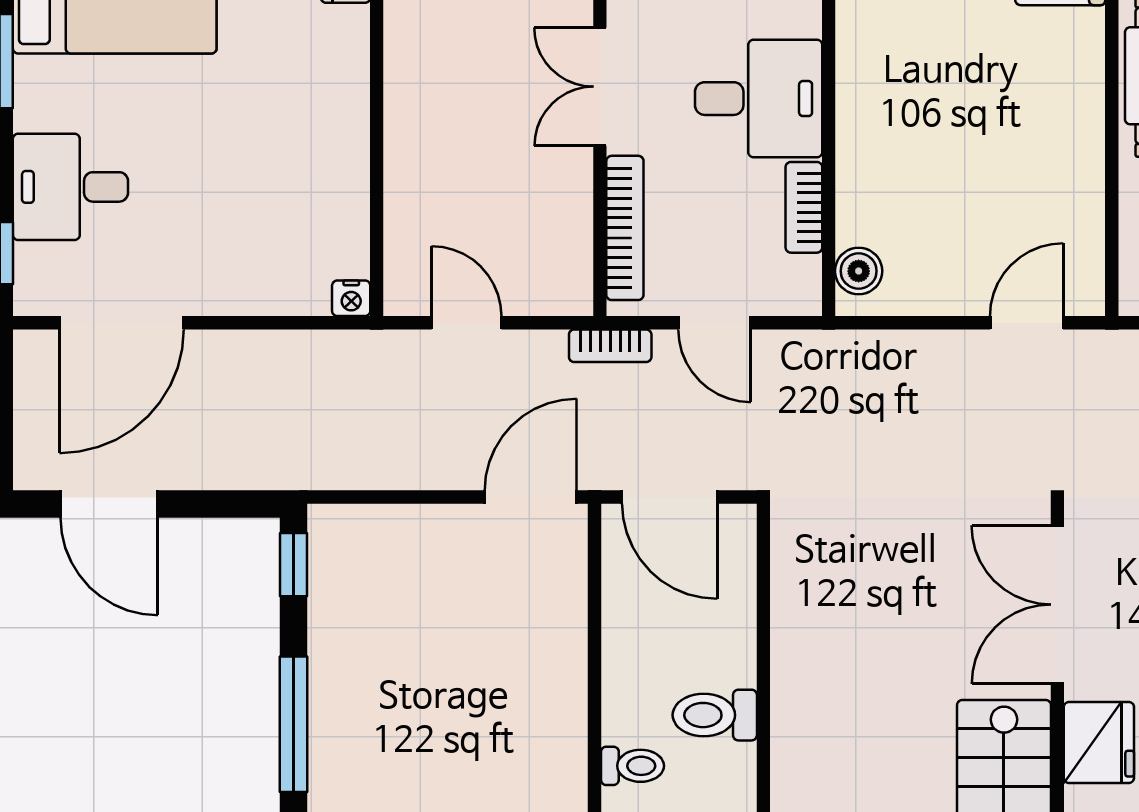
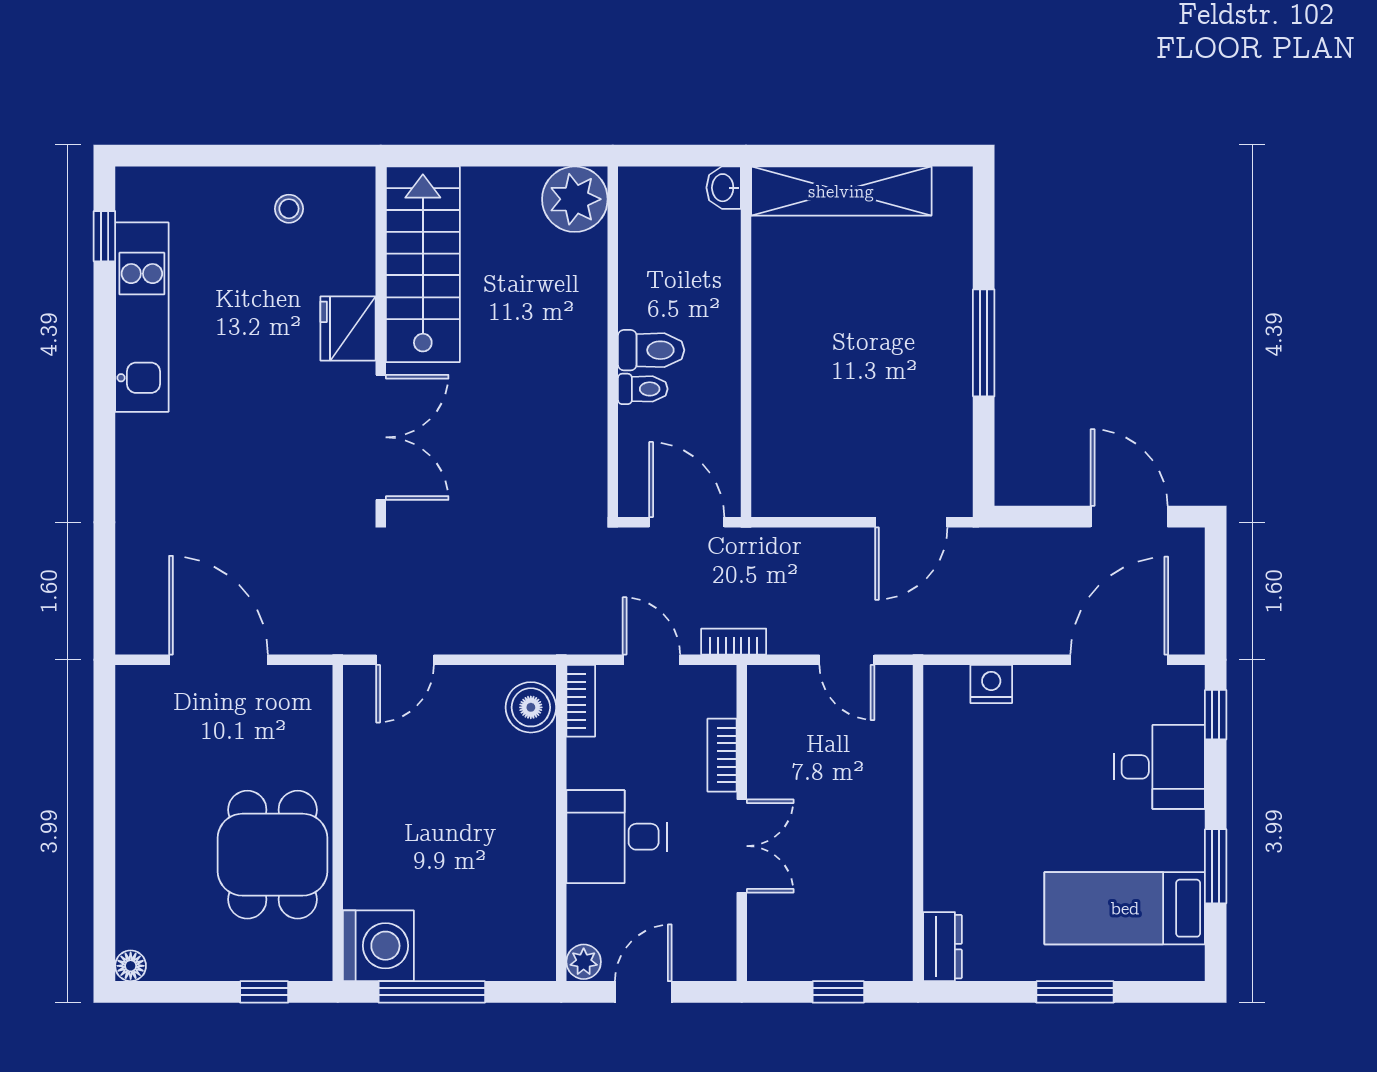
bookcase: (804, 207) -> (581, 701), moved
bookcase: (625, 228) -> (722, 755), width x0.64
boiler: (859, 271) -> (531, 707), width x1.36, depth x1.36
nightstand: (351, 298) -> (991, 684), moved, width x1.39, depth x1.35
door: (531, 497) -> (911, 522), moved
window: (293, 565) -> (984, 469), removed
toilet: (632, 766) -> (643, 389), moved, turned 180

